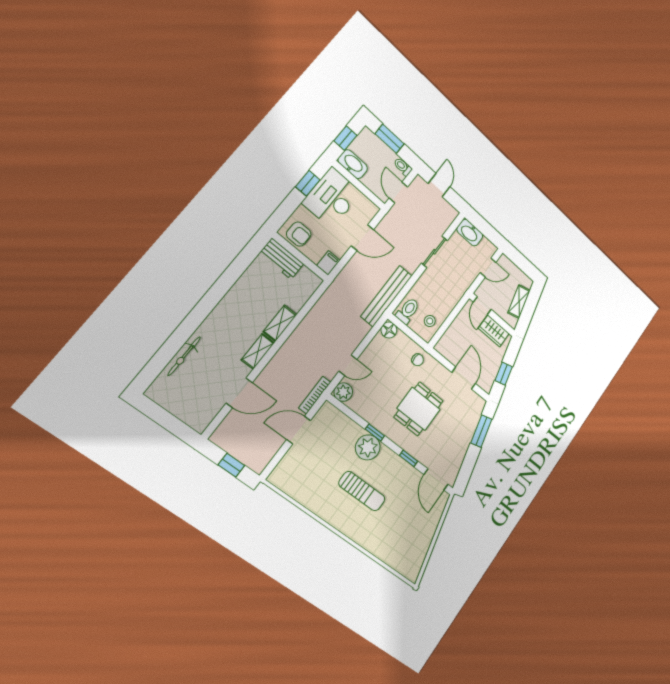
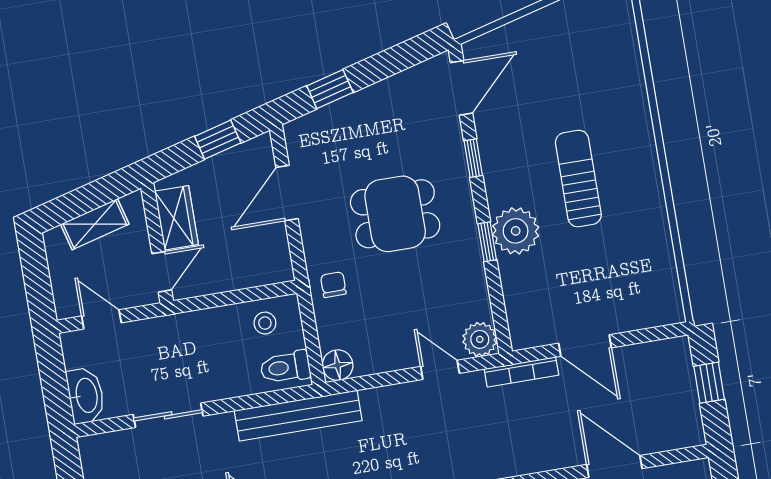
window: (481, 431) -> (330, 89), width x0.67

